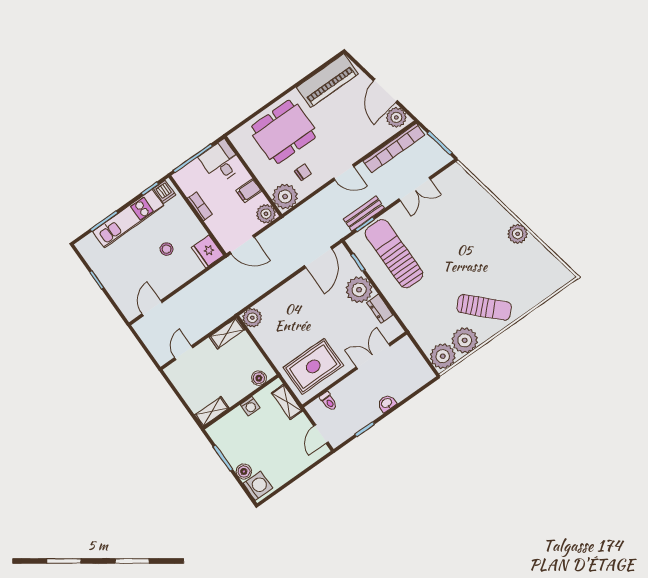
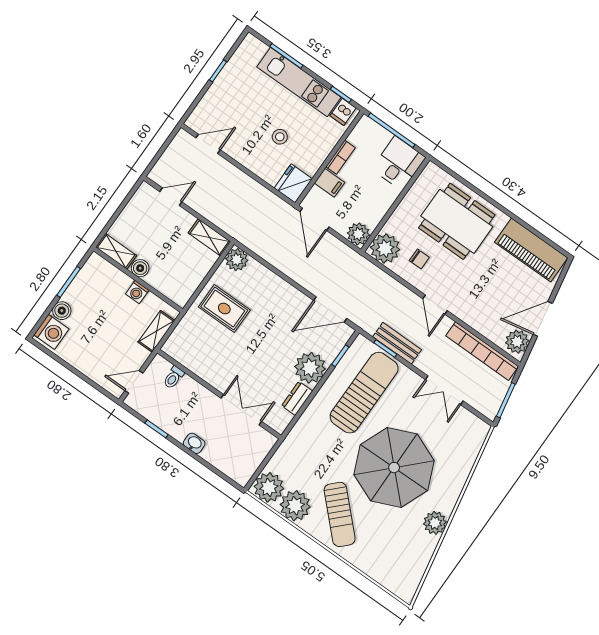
filing cabinet: (249, 191) -> (329, 183), moved, turned 180
parasol: (462, 251) -> (394, 468), added
rug: (313, 366) -> (224, 309), moved, width x0.73, depth x0.70
boiler: (259, 378) -> (140, 268), moved

